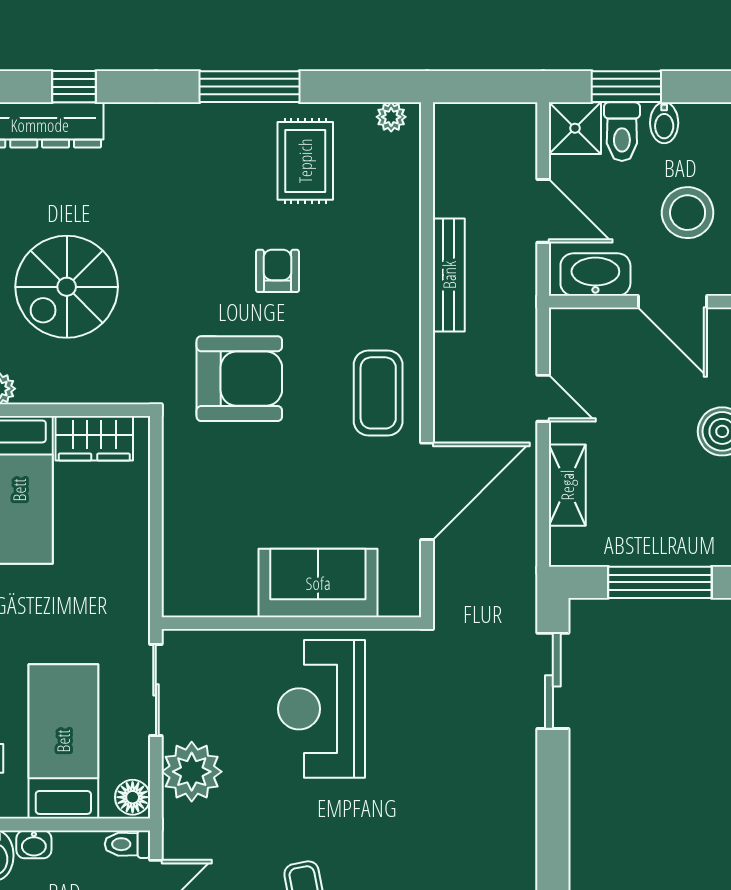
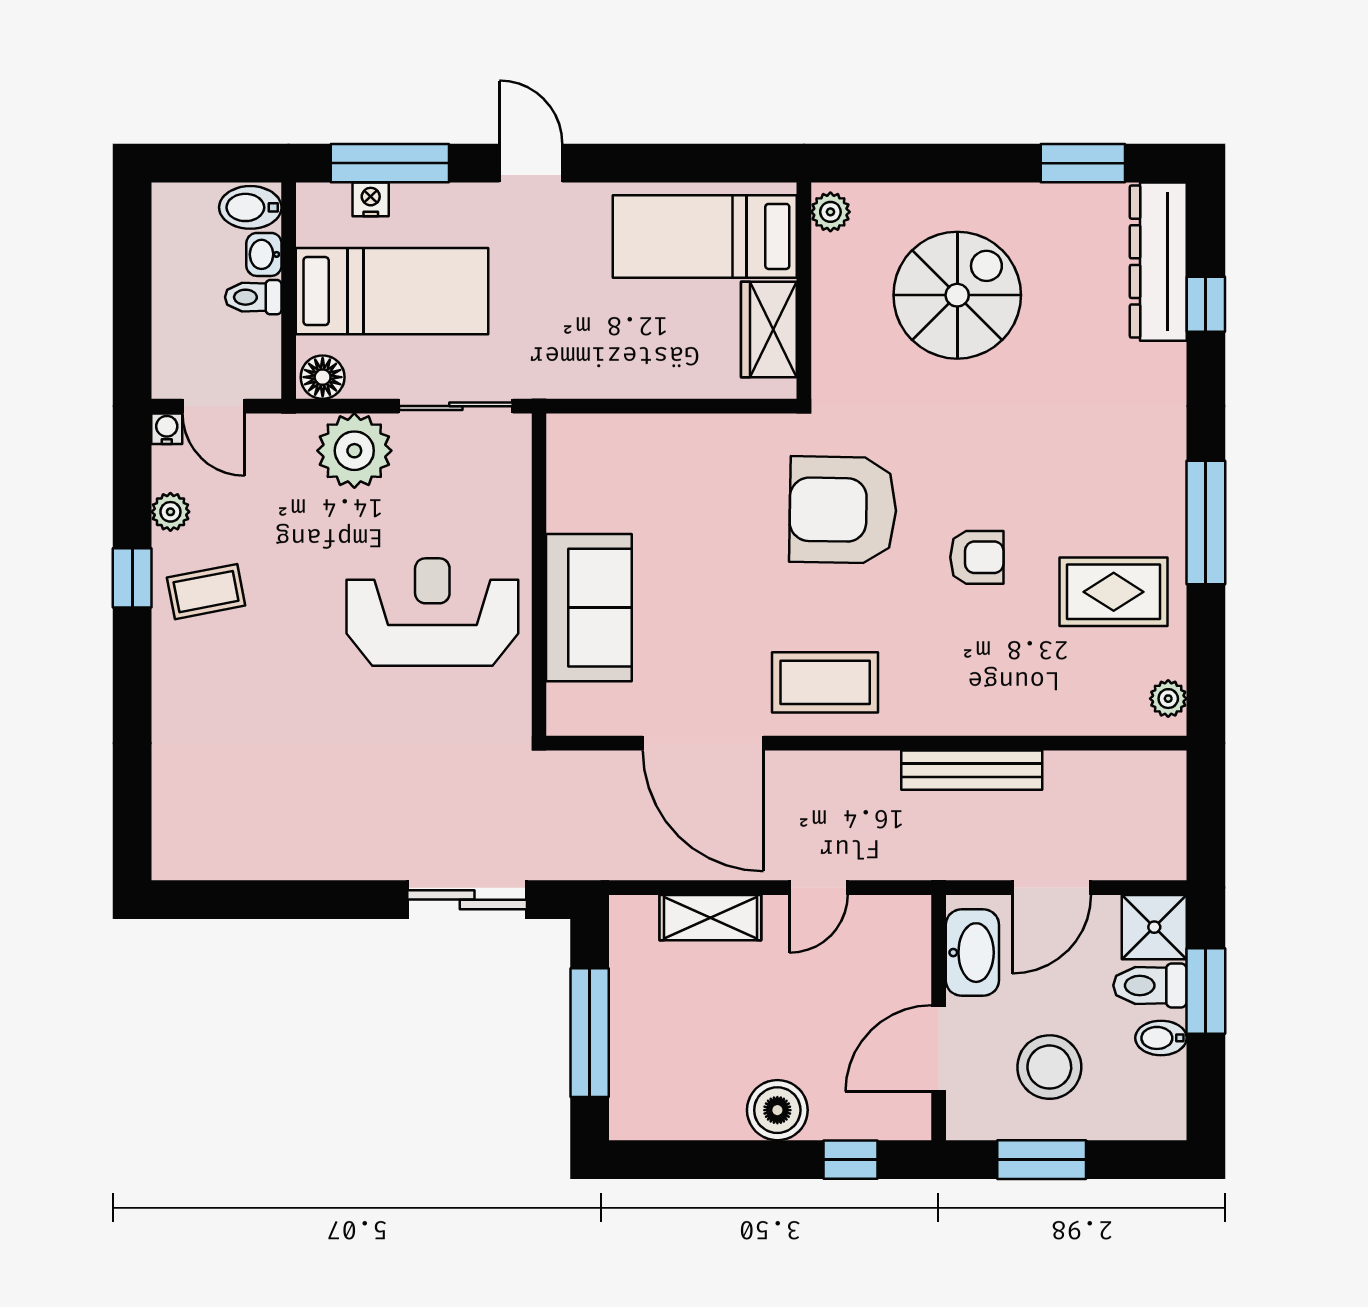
spiral stairs: (67, 287) -> (957, 295), turned 90
armchair: (239, 379) -> (843, 510), turned 91
toilet: (128, 844) -> (253, 297), moved, turned -90

